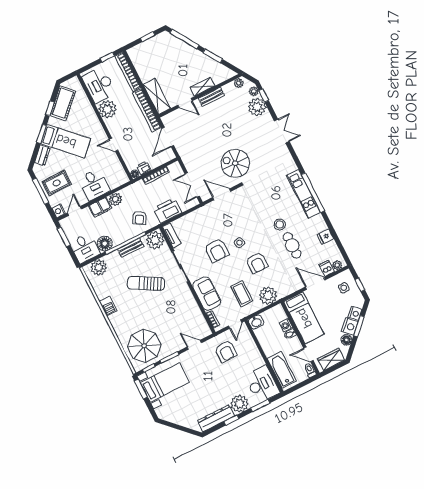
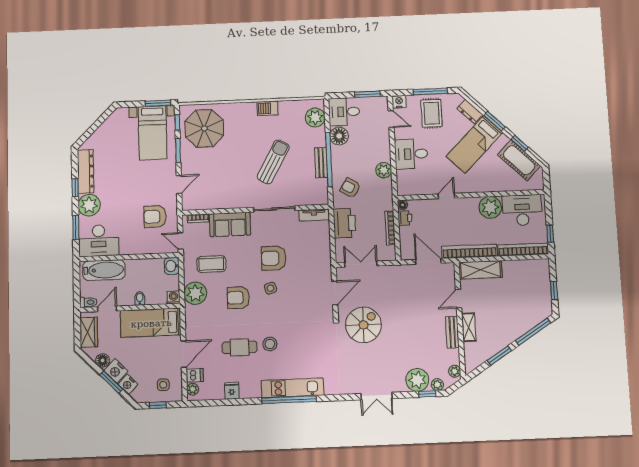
filing cabinet: (100, 207) -> (382, 149), removed
plant: (155, 240) -> (317, 194), removed
washing machine: (286, 325) -> (174, 297), moved

